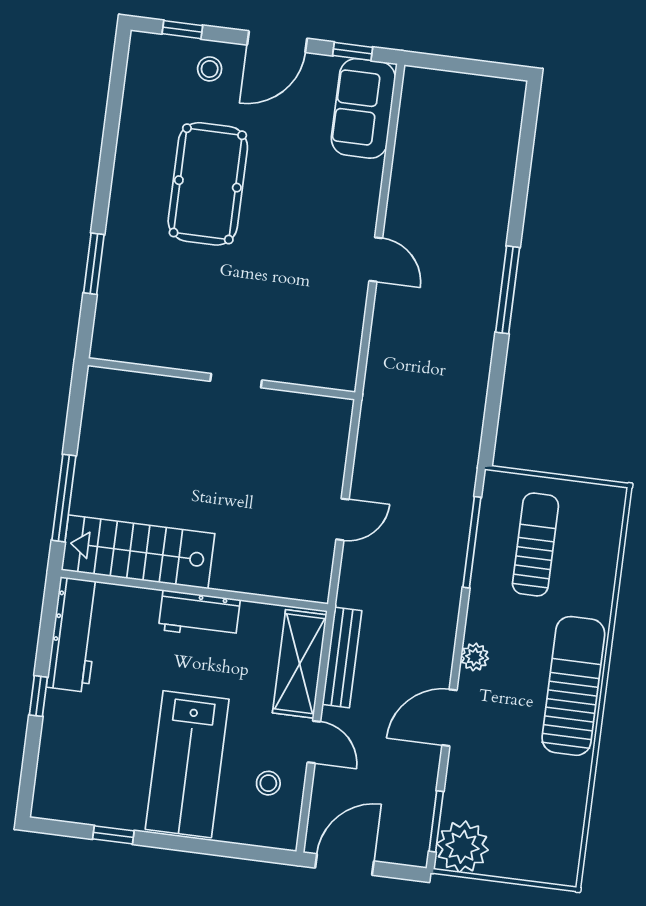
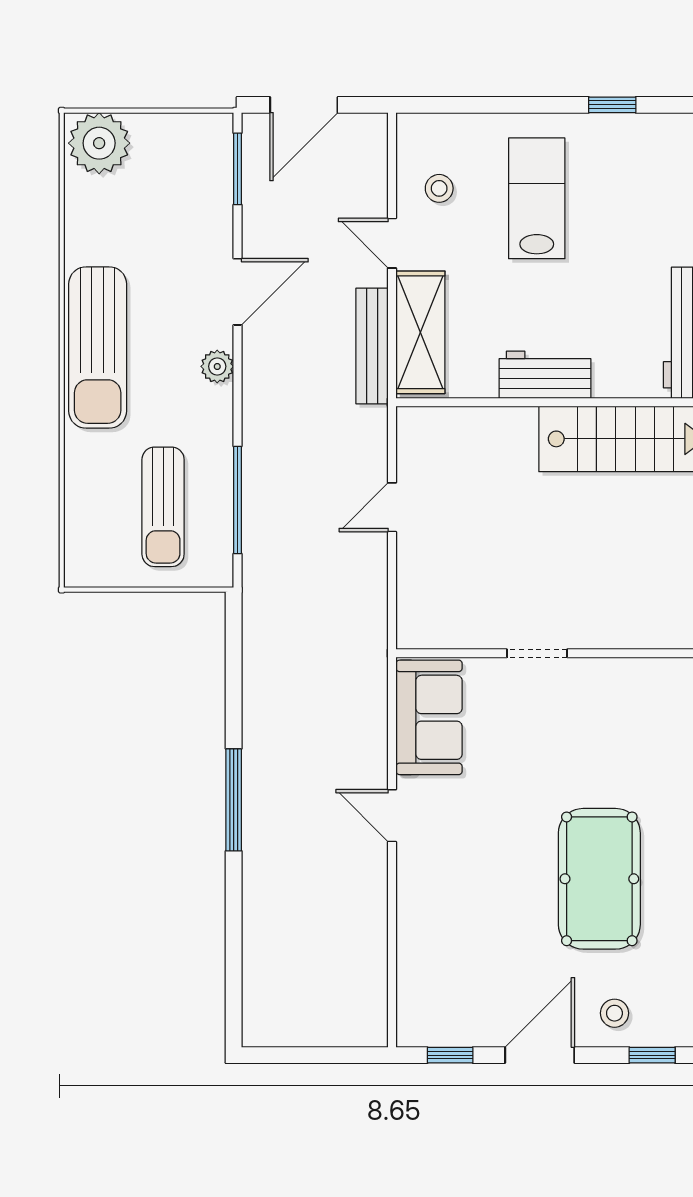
sofa: (363, 108) -> (429, 717), moved
lab bench: (187, 764) -> (537, 198), width x0.73, depth x0.72
plant: (462, 847) -> (99, 143), moved
door: (345, 864) -> (304, 105), moved

